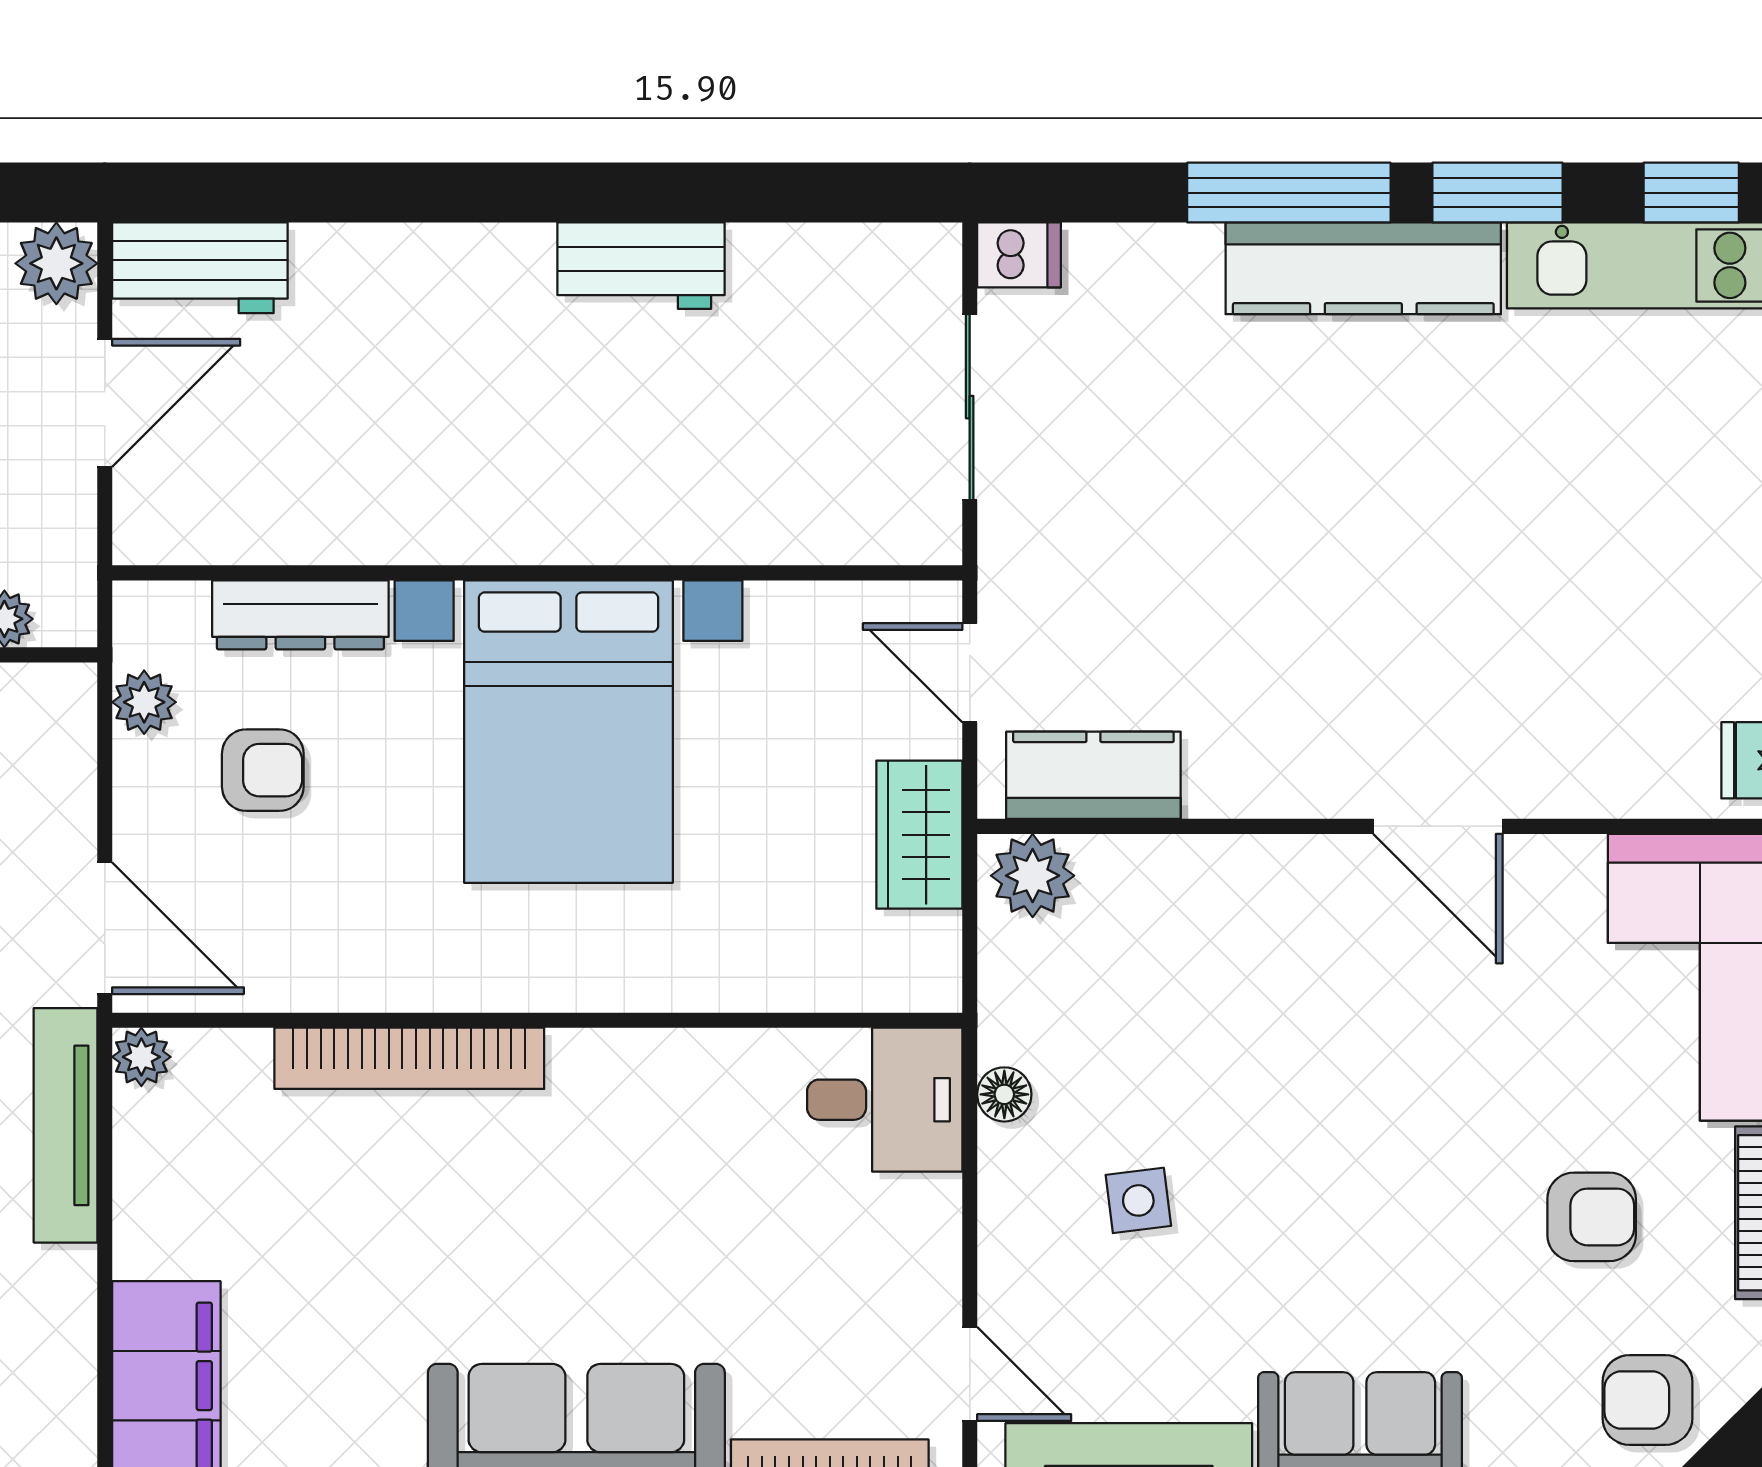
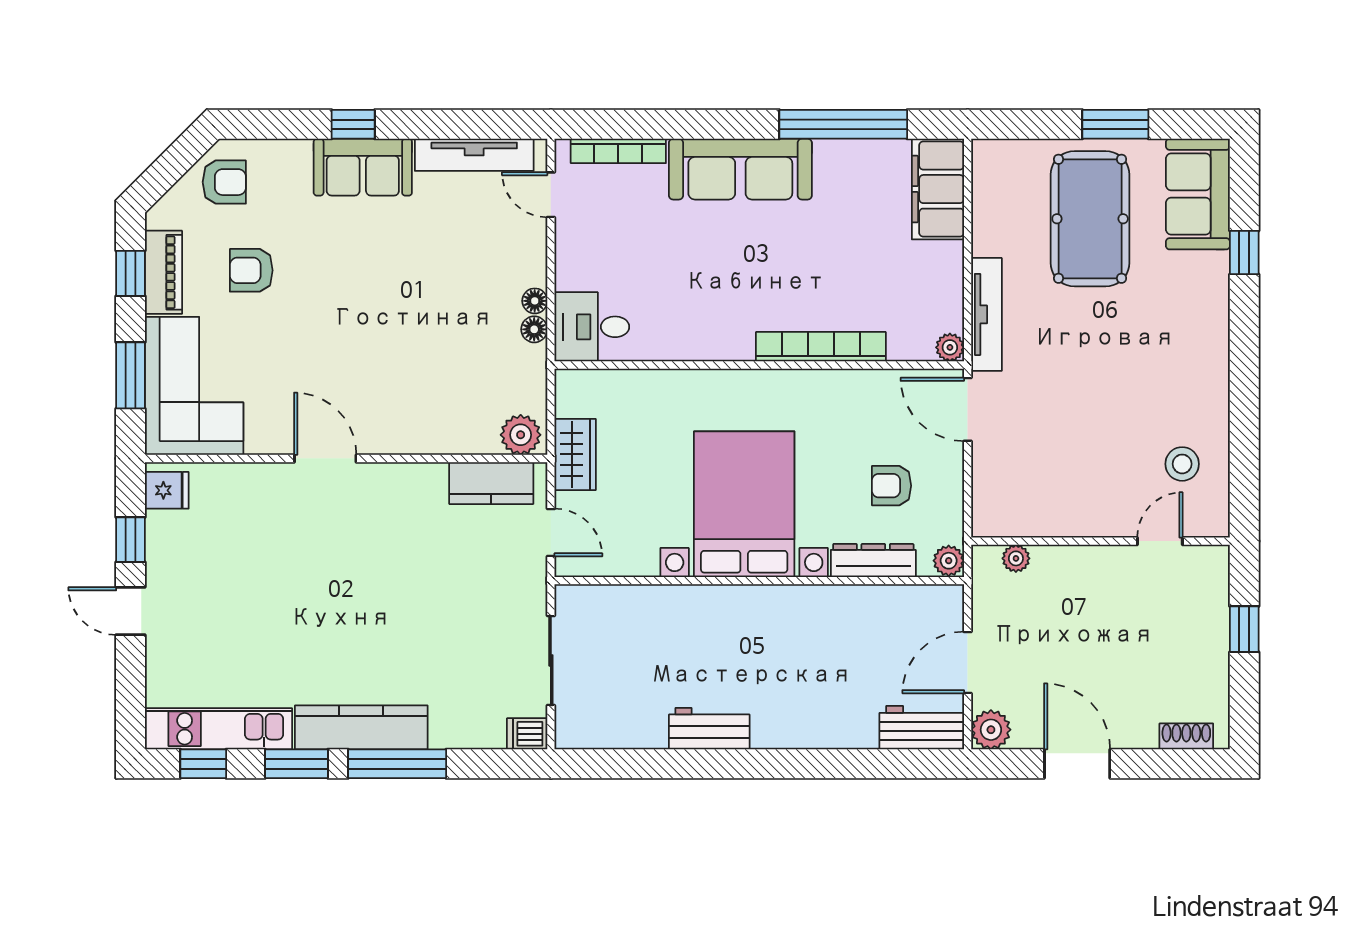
plant: (144, 702) -> (949, 561), moved
floor lamp: (1003, 1153) -> (535, 301), added
side table: (1138, 1200) -> (470, 278), removed

